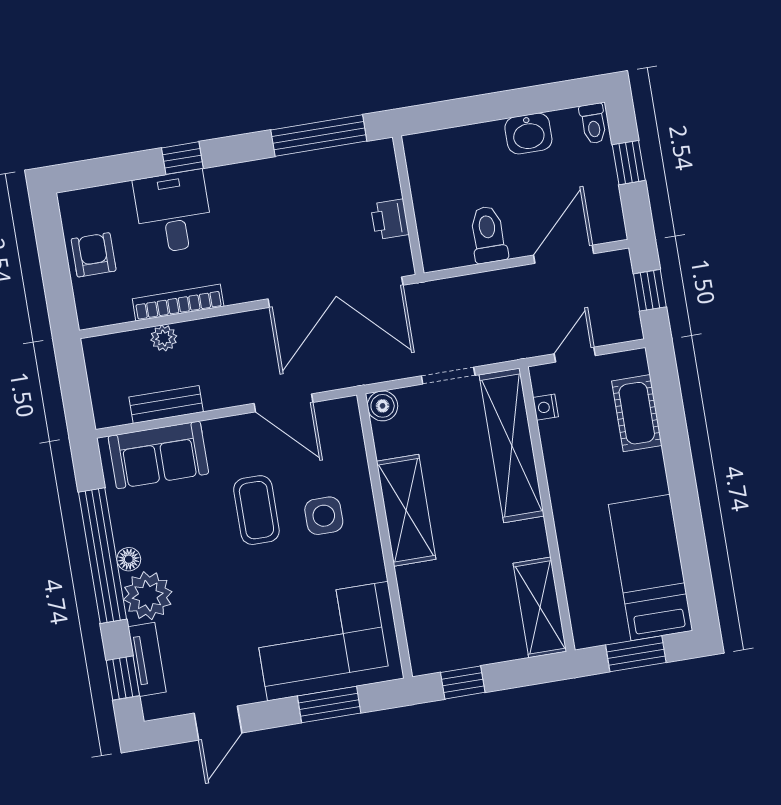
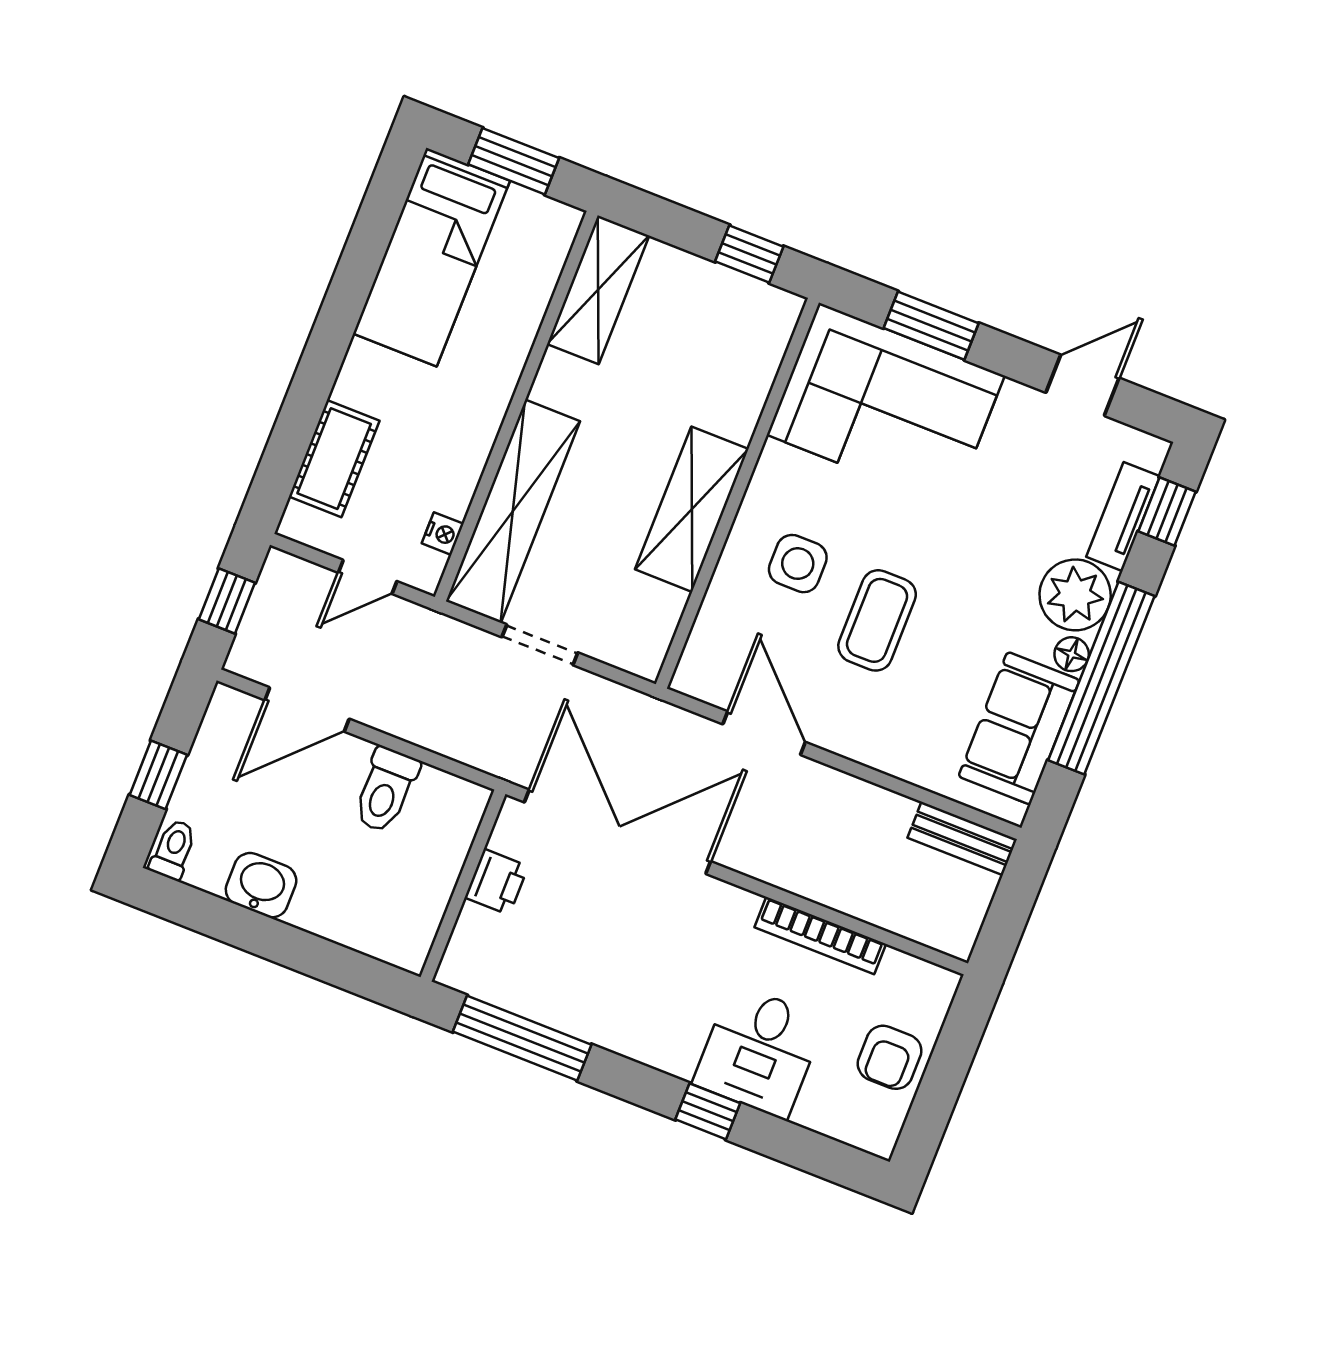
plant: (164, 338) -> (864, 902), removed
bench: (166, 404) -> (962, 838), moved
boiler: (383, 406) -> (644, 656), removed
sofa: (158, 455) -> (1019, 728), moved, turned -90

